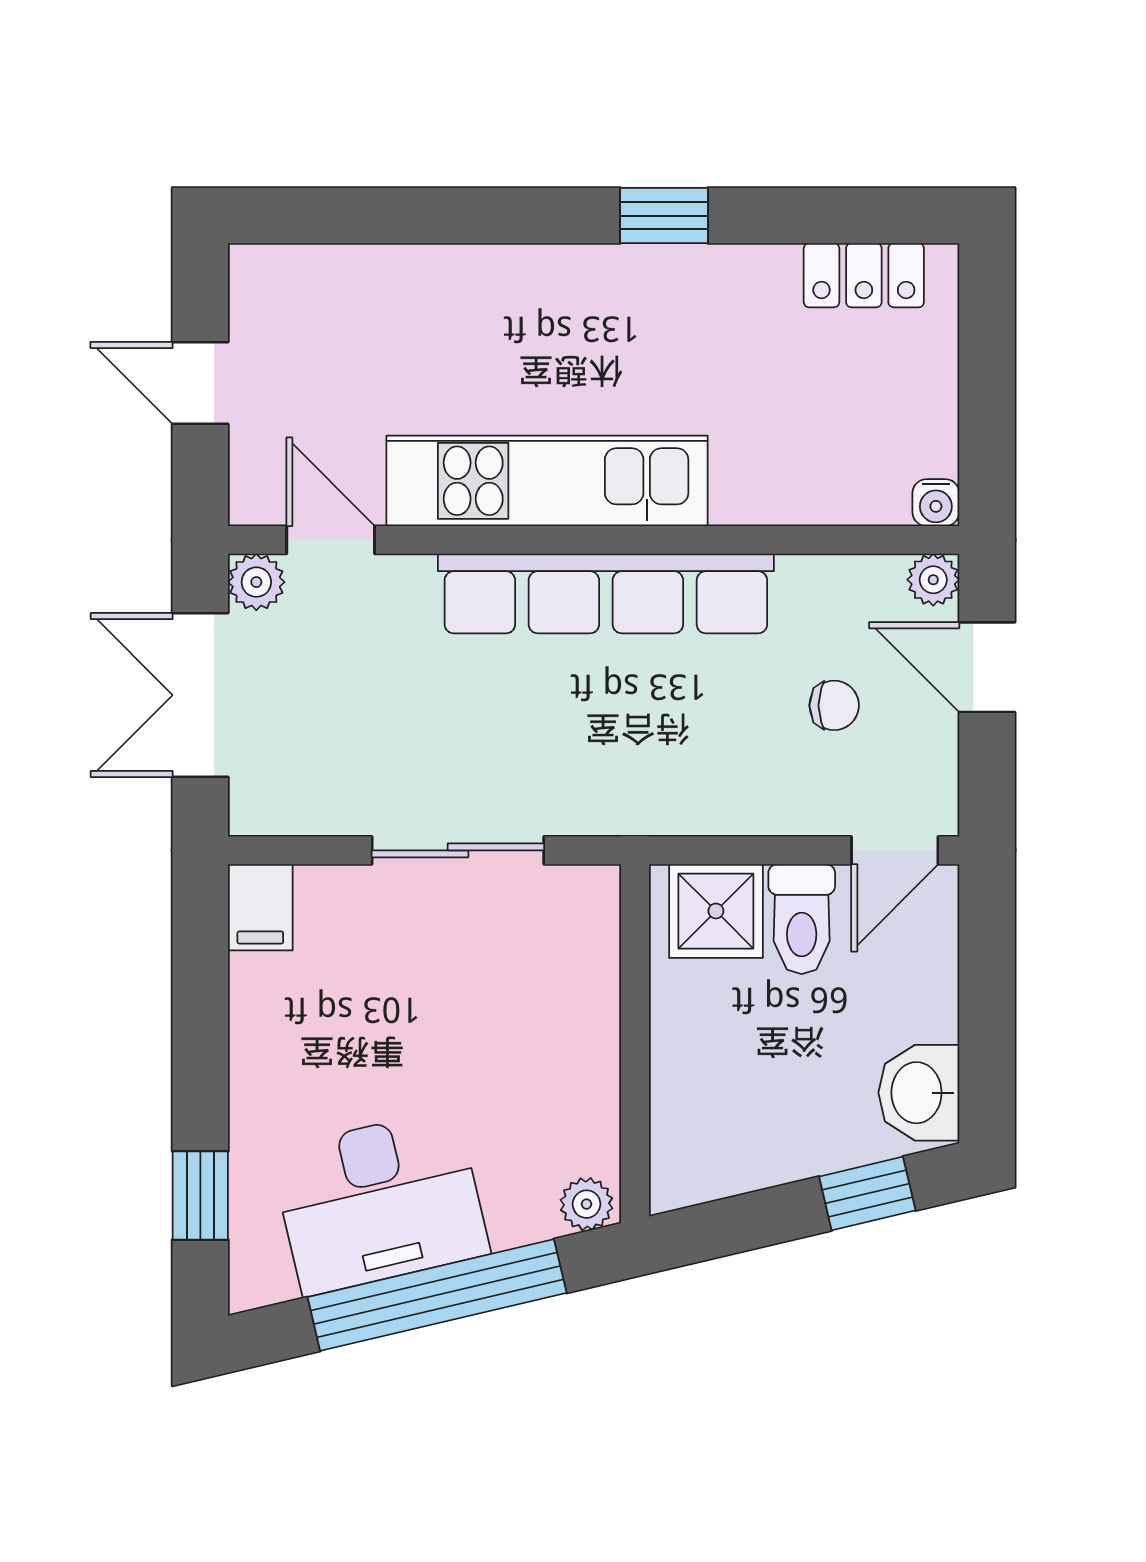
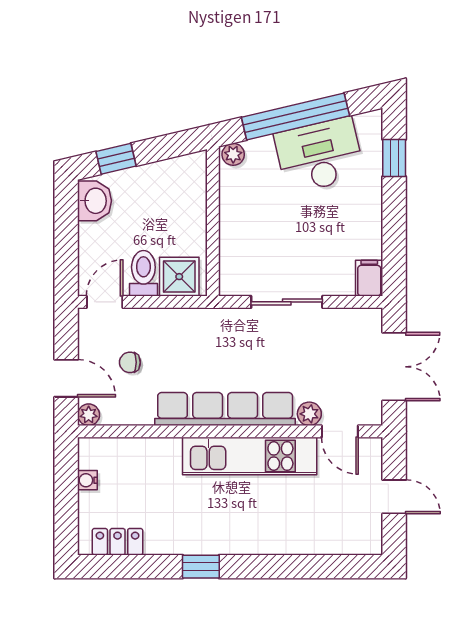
water cooler: (936, 503) -> (87, 480), moved, turned -90
plant: (256, 582) -> (309, 414), moved

